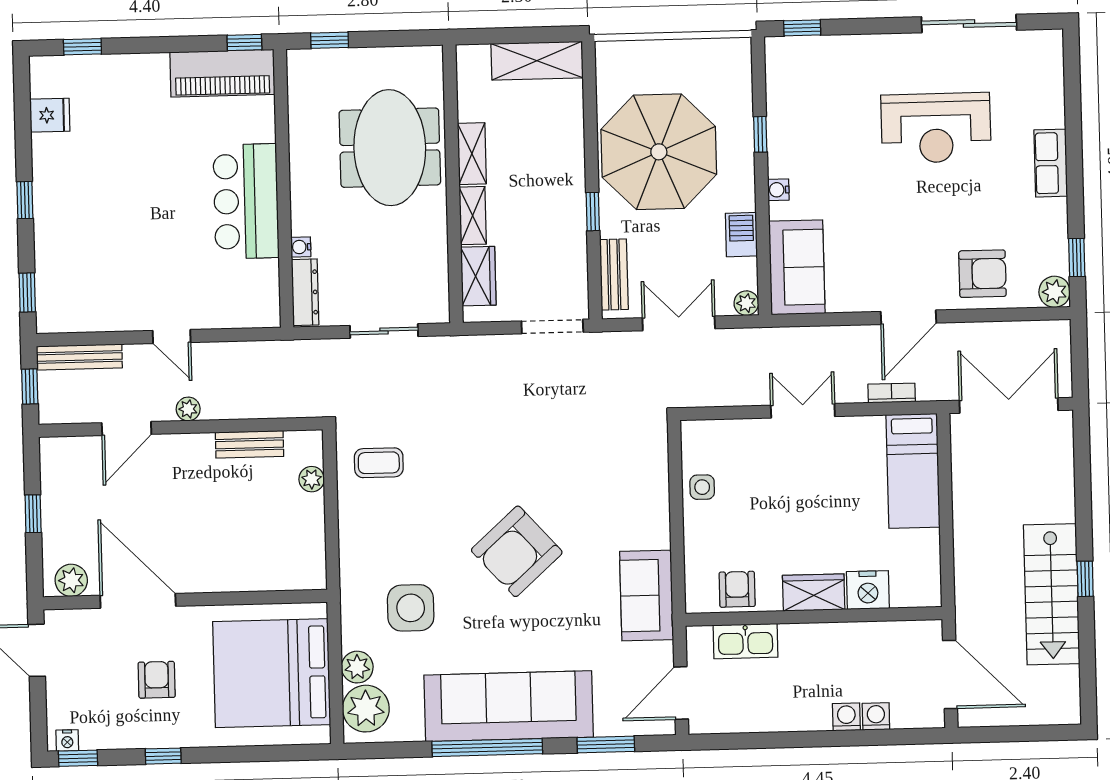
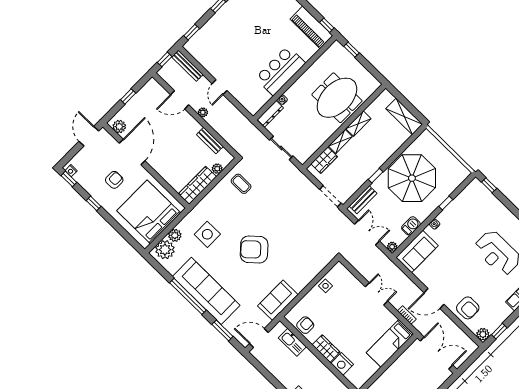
wardrobe: (307, 542) -> (197, 185), added

